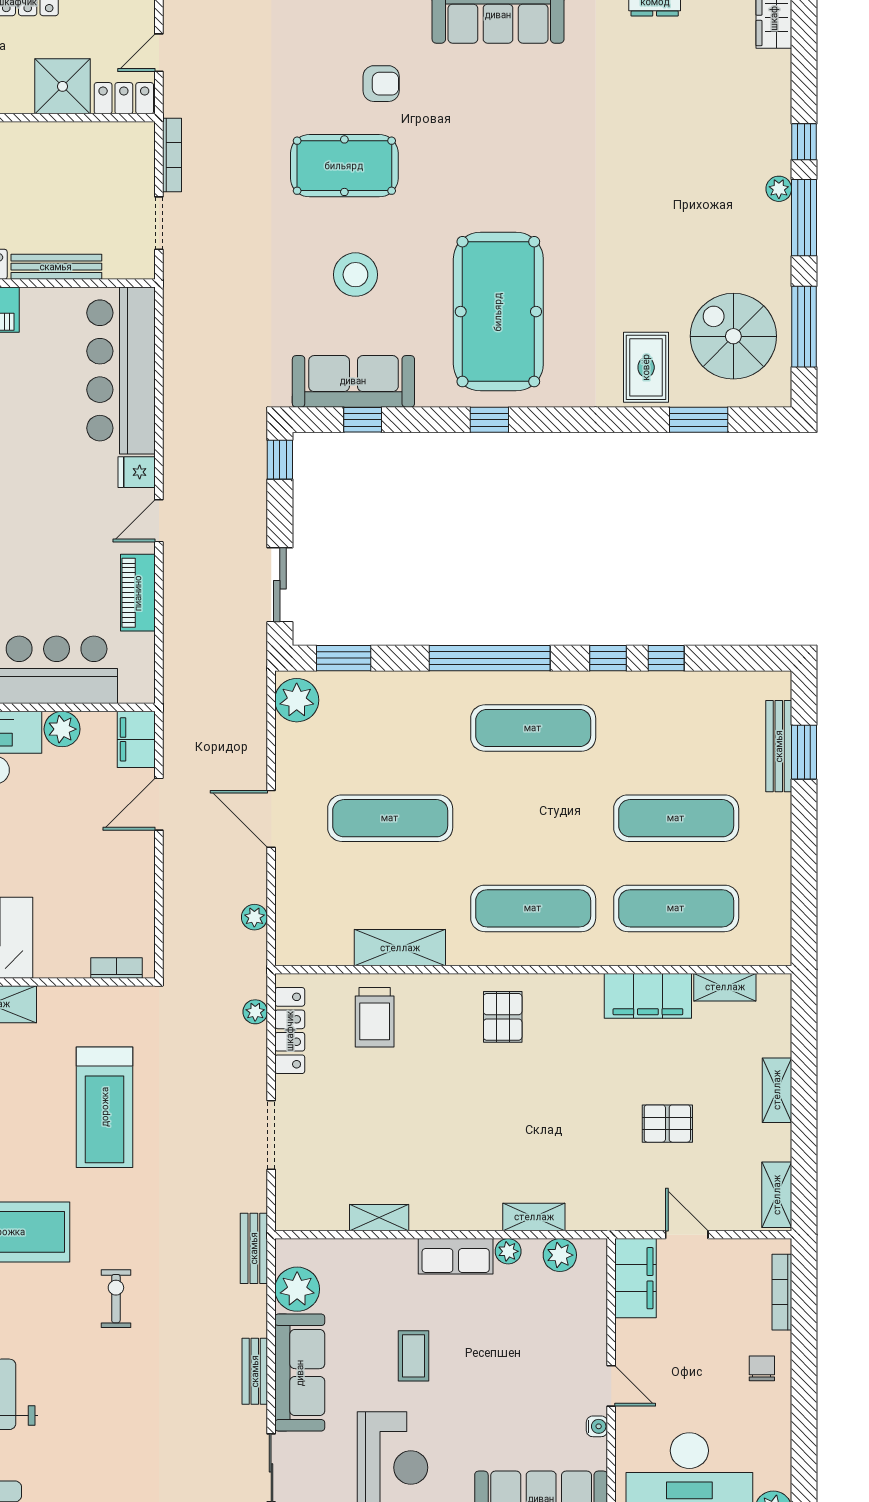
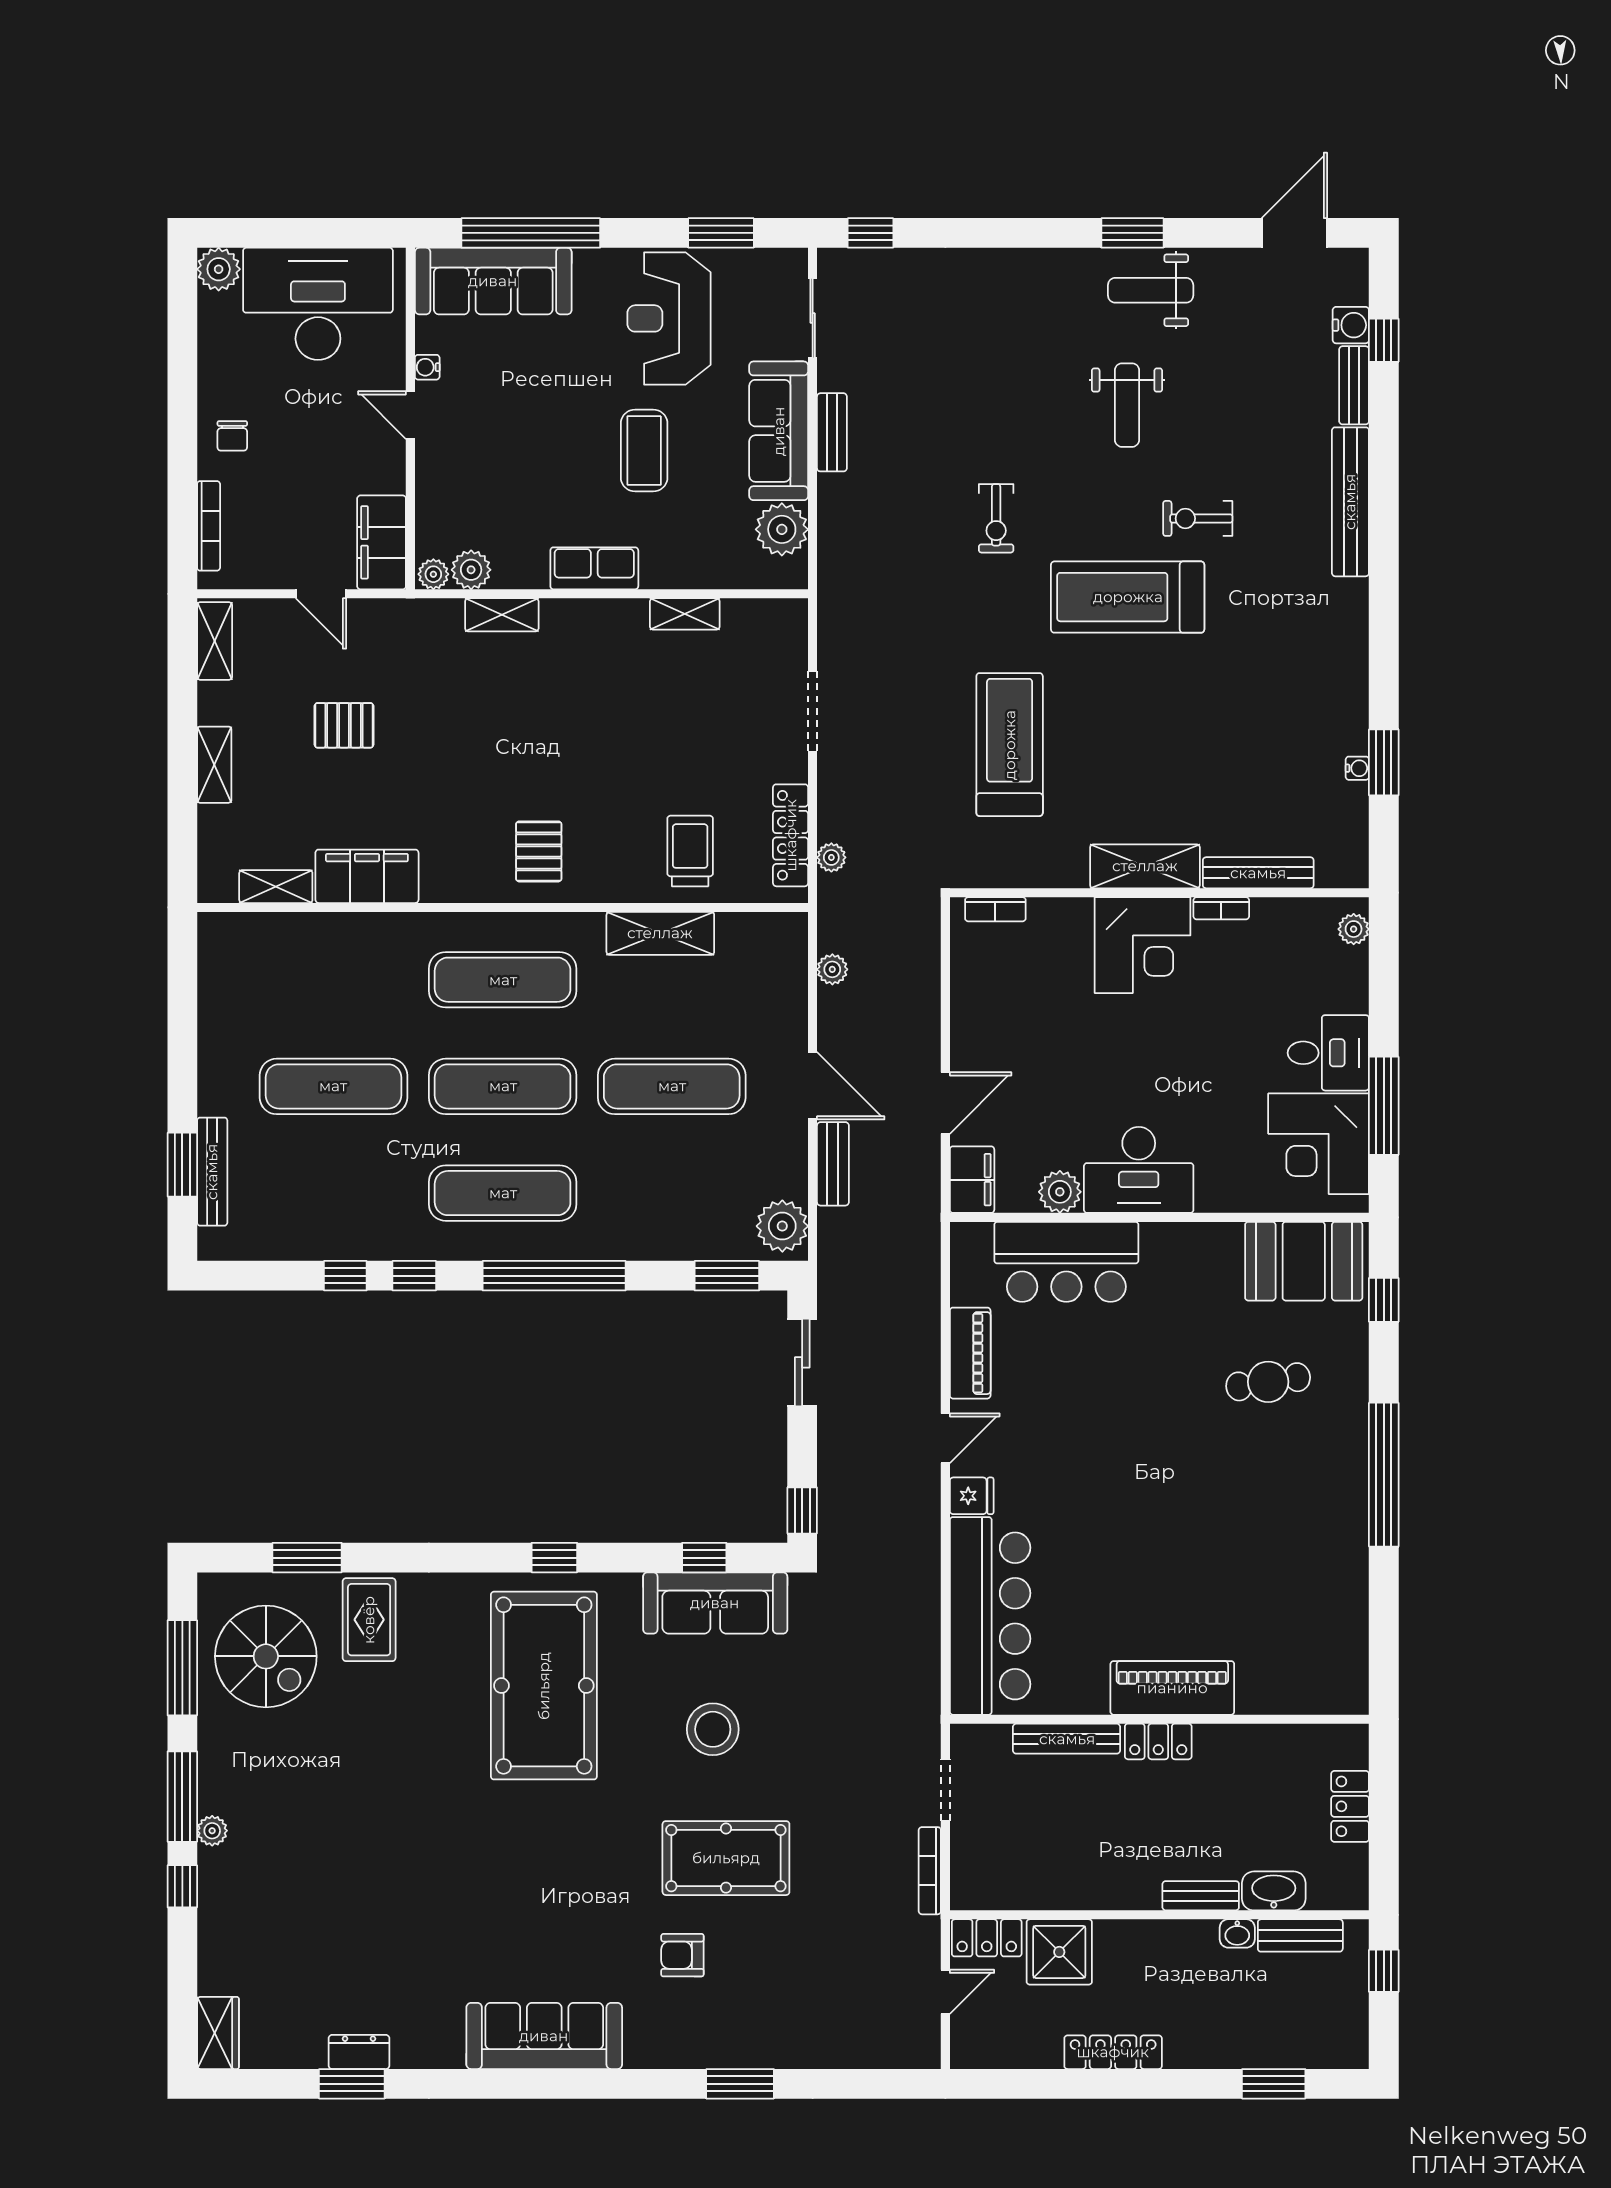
exercise mat: (676, 908) -> (503, 1086), moved
bench: (254, 1248) -> (833, 1164), moved
plant: (508, 1251) -> (433, 574), moved
coffee table: (414, 1356) -> (644, 451), width x1.36, depth x1.30

